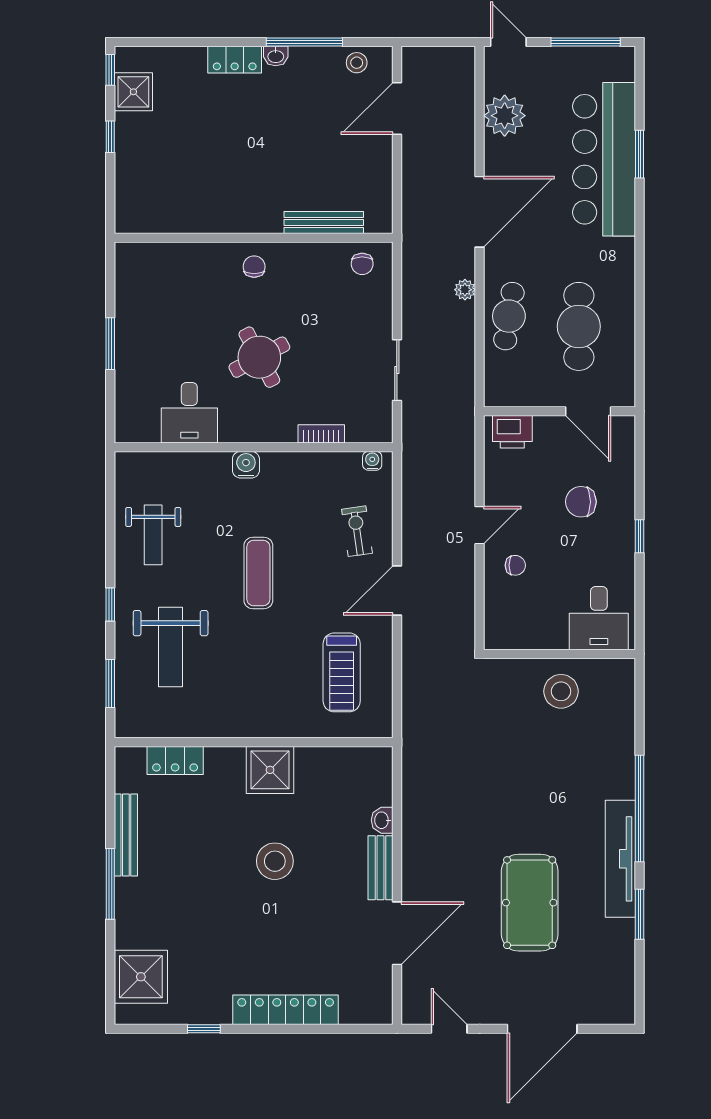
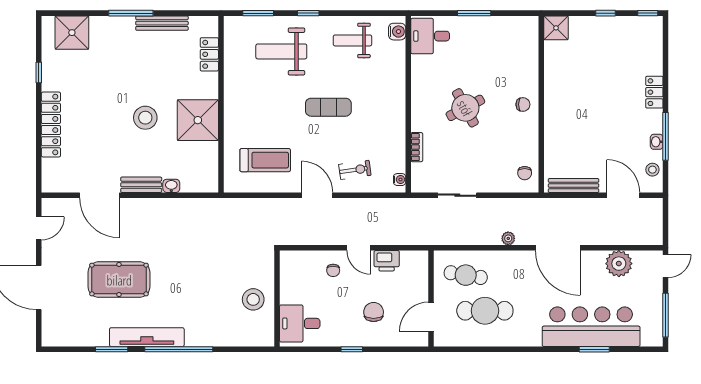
washbasin: (276, 56) -> (657, 142), moved
shower: (133, 92) -> (556, 28), moved
bench: (324, 222) -> (574, 186), moved, turned 90
chair: (362, 264) -> (525, 173), turned -90
cafe table: (509, 316) -> (466, 275), moved
desk: (189, 413) -> (430, 36), moved
printer: (512, 432) -> (387, 261), moved, turned -90
water cooler: (246, 465) -> (397, 32), moved
treadmill: (342, 672) -> (265, 160), turned 180
shower: (270, 770) -> (198, 120), width x1.37, depth x1.37

